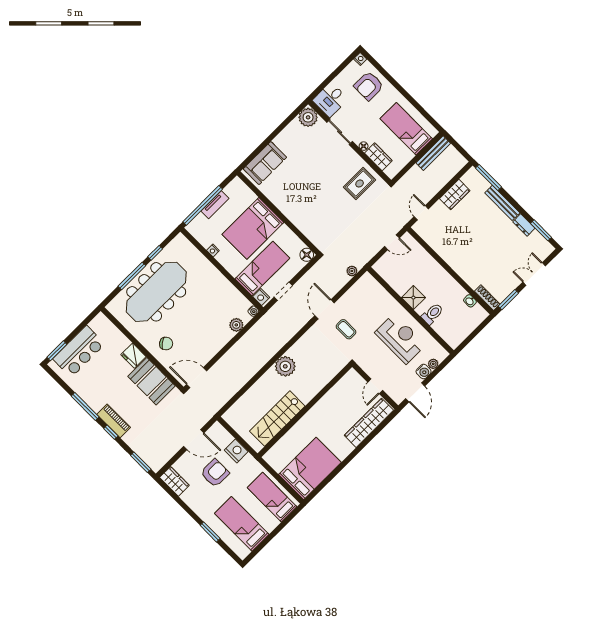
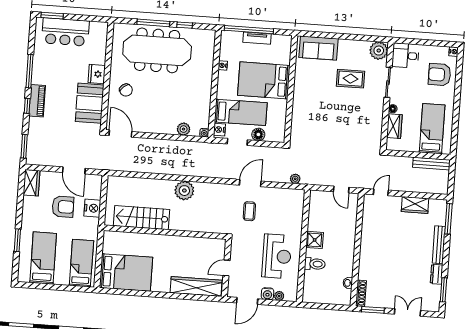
rug: (360, 183) -> (351, 79), moved
floor lamp: (307, 255) -> (258, 134), moved

